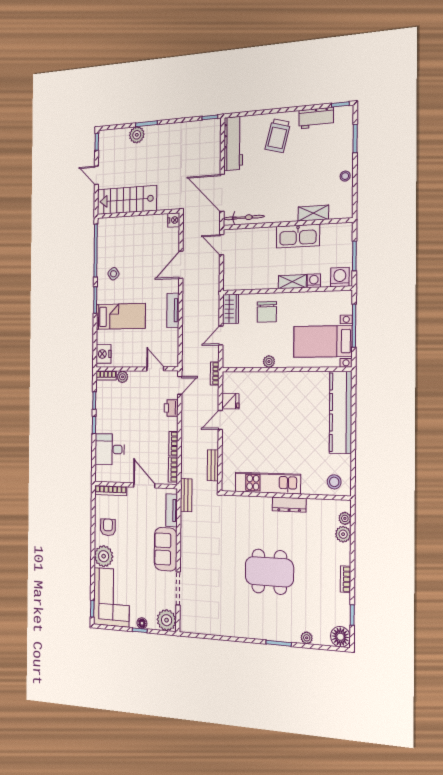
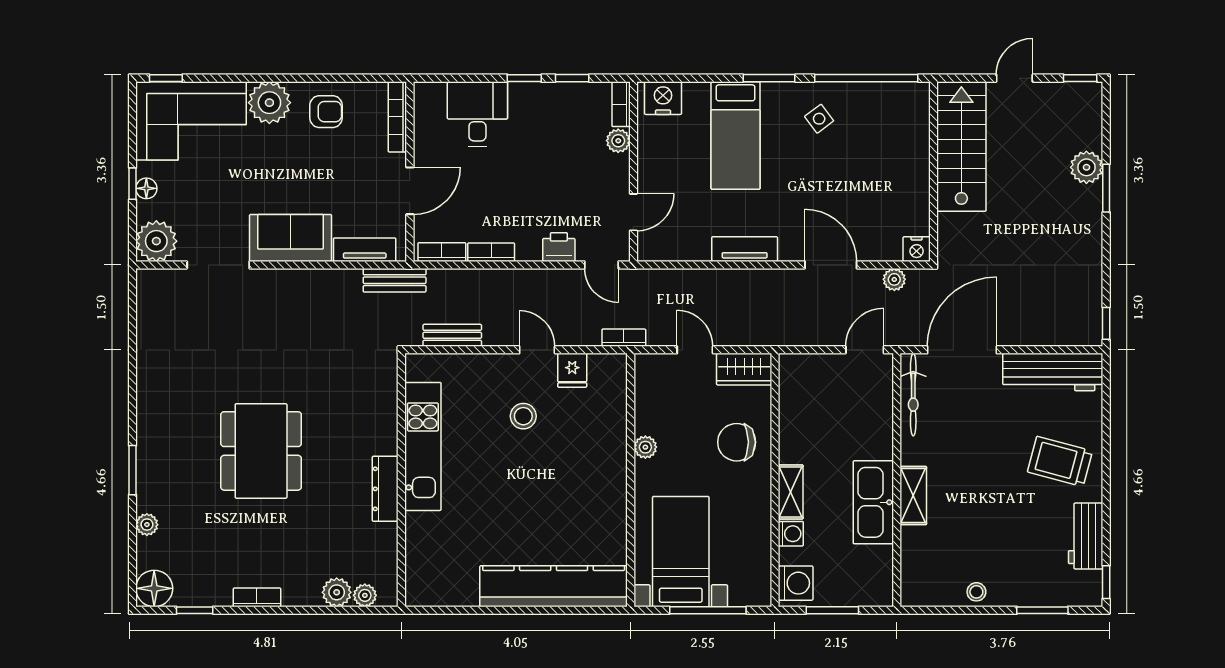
shelving: (313, 213) -> (913, 496), moved
plant: (188, 231) -> (894, 279), added
stool: (334, 482) -> (523, 416), moved

